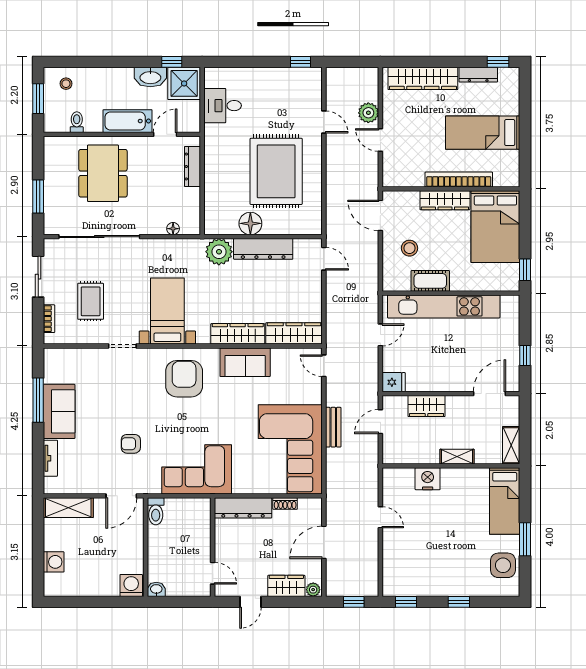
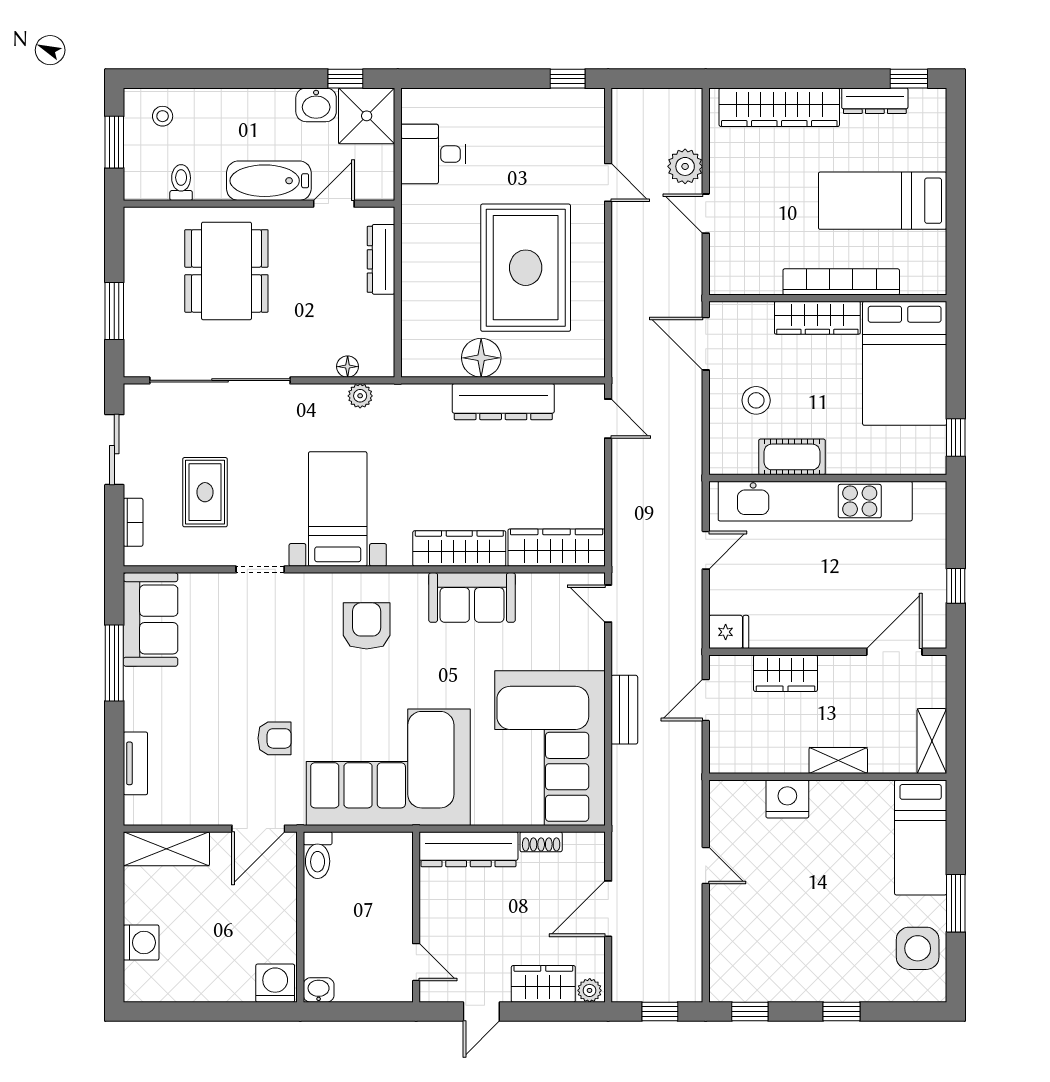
washbasin: (150, 77) -> (316, 105), width x0.72
plant: (219, 252) -> (360, 396), moved, width x0.53, depth x0.53
armchair: (184, 379) -> (367, 626), width x0.73, depth x0.73
sofa: (59, 411) -> (151, 619), moved
armchair: (131, 444) -> (274, 738), turned 180
corner sofa: (197, 469) -> (388, 767), width x1.36, depth x1.36

